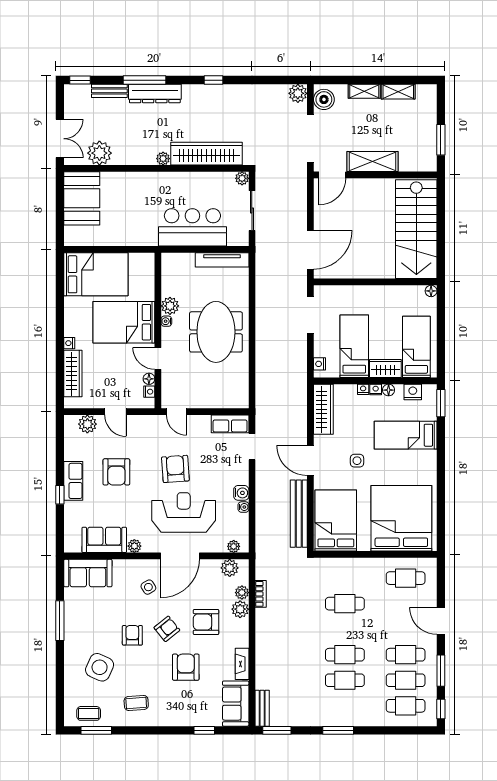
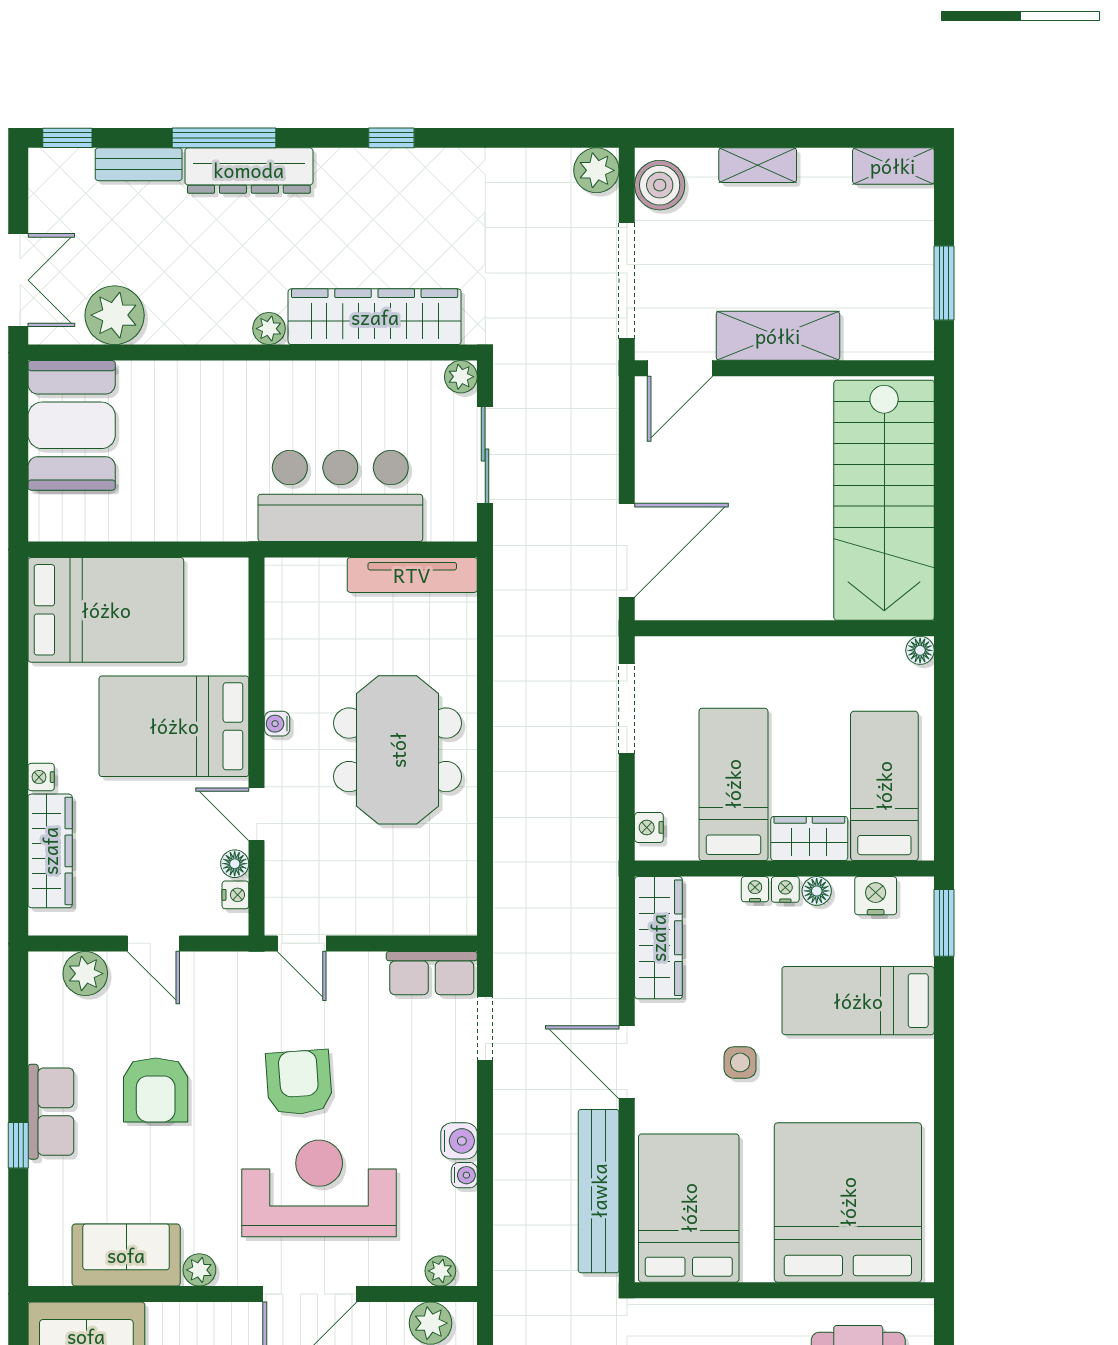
shelving: (398, 92) -> (893, 166), moved
plant: (170, 306) -> (286, 686), removed

